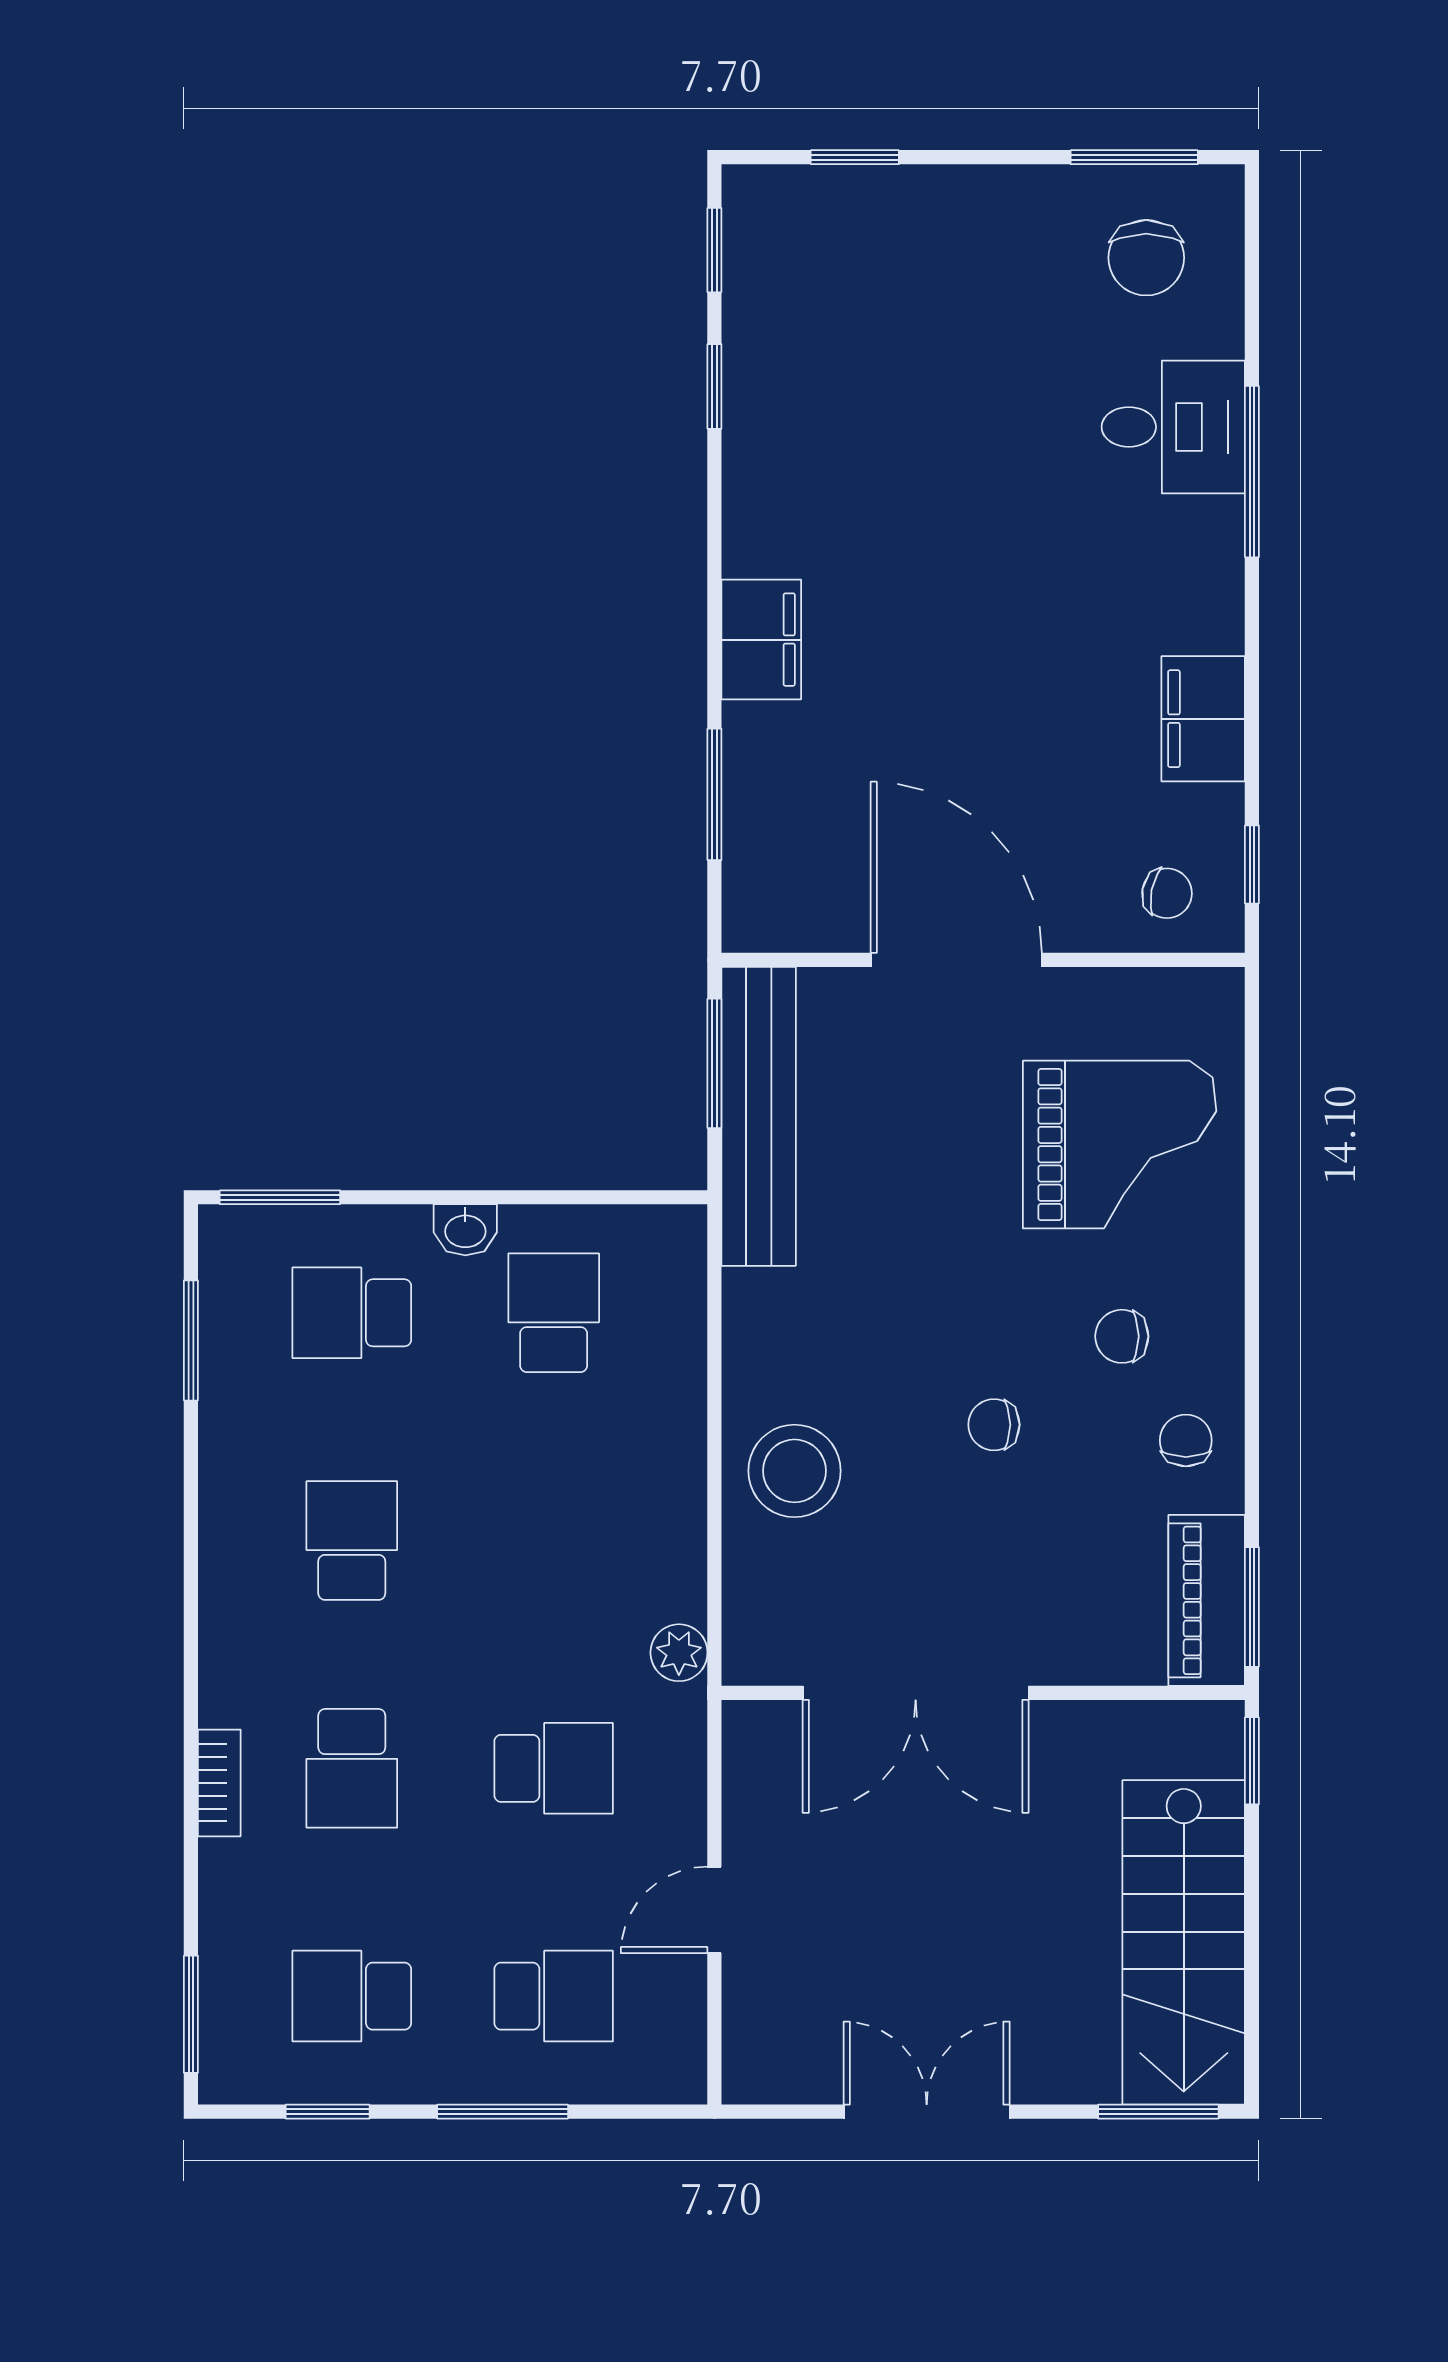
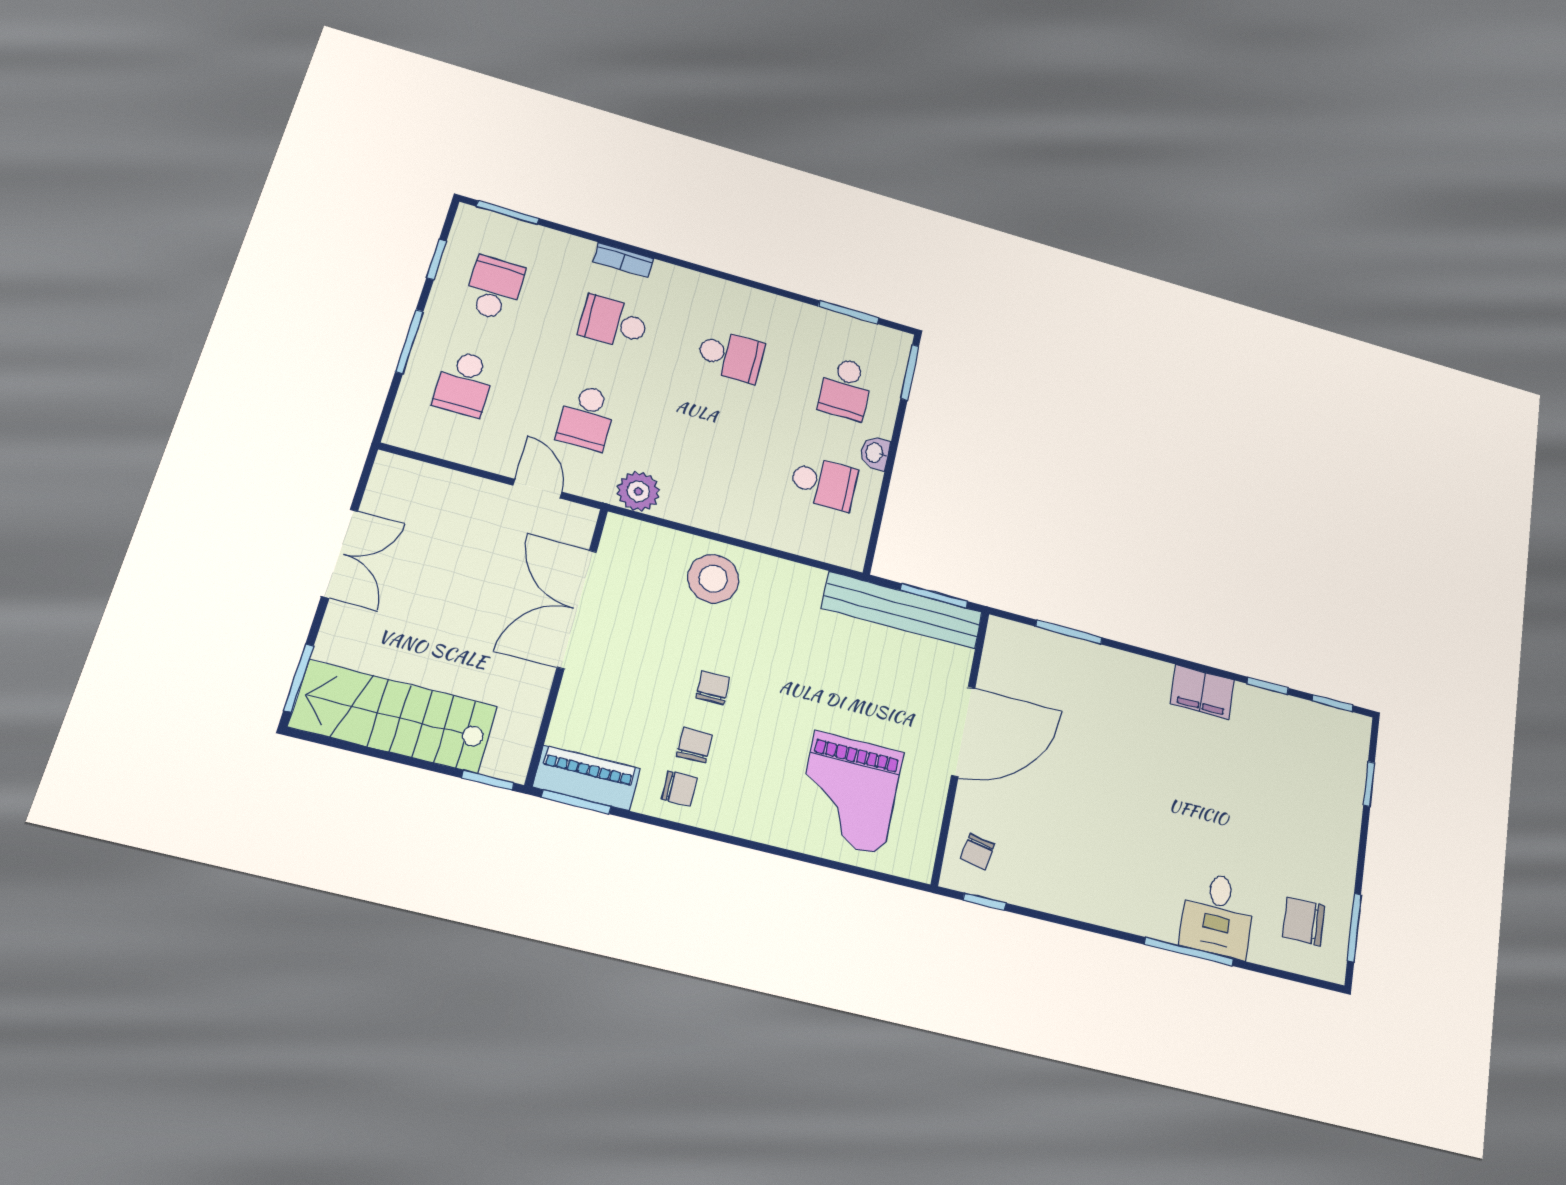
filing cabinet: (761, 640) -> (1202, 692), moved
filing cabinet: (1203, 719) -> (1066, 894), removed
school desk: (352, 1313) -> (845, 389), turned 180
chair: (1122, 1336) -> (694, 745), moved
plant: (679, 1653) -> (638, 491), width x1.38, depth x1.38
door: (714, 1910) -> (537, 489), moved

